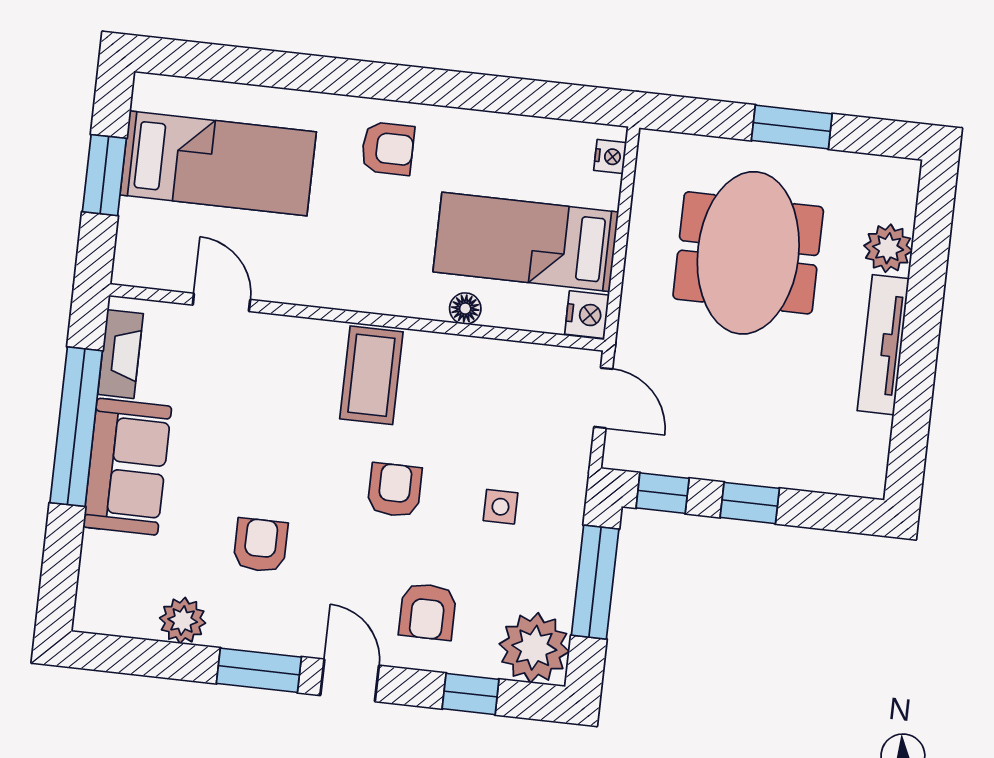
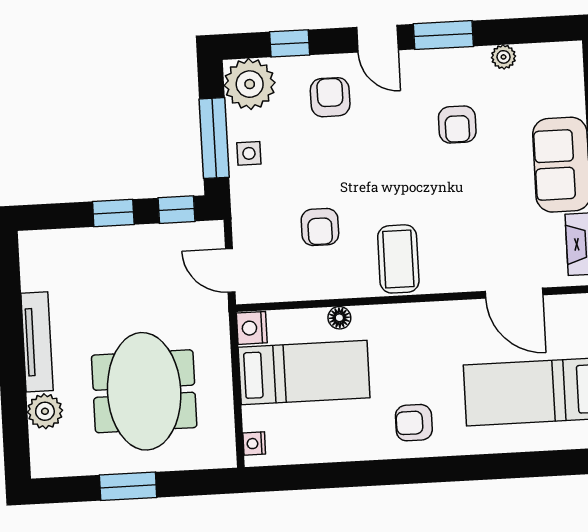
door: (221, 302) -> (514, 293), width x1.38
armchair: (395, 490) -> (320, 227), moved
side table: (500, 507) -> (249, 153), moved
plant: (183, 620) -> (504, 57), width x0.73, depth x0.73

